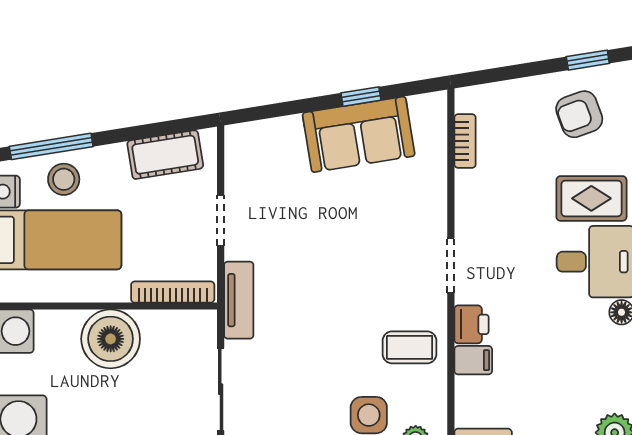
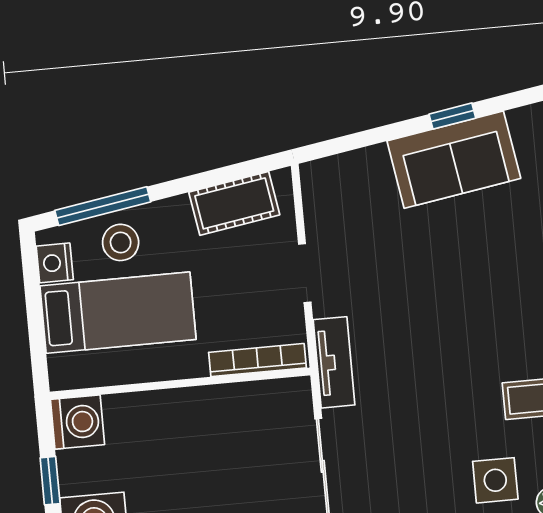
boiler: (111, 339) -> (191, 420), removed

